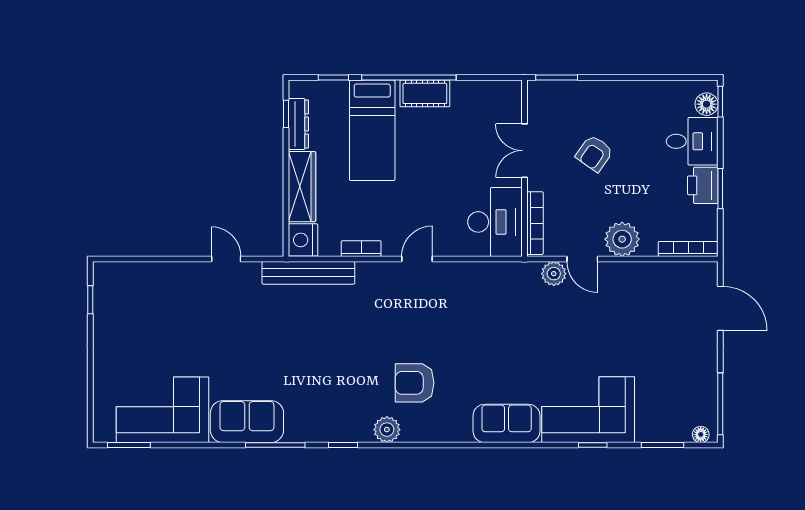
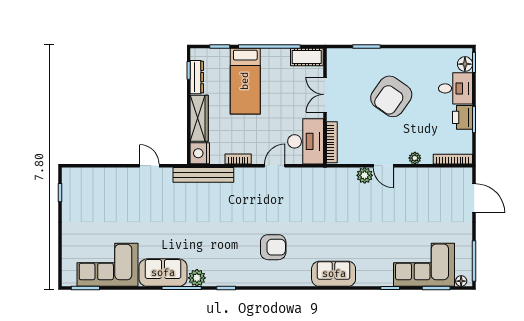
cot: (425, 93) -> (307, 57), moved
double door: (525, 151) -> (325, 95), moved
armchair: (594, 153) -> (391, 96), width x1.88, depth x1.88
wall: (525, 168) -> (325, 106), moved
desk: (495, 222) -> (306, 141), moved
bookcase: (535, 223) -> (332, 142), moved
plant: (622, 239) -> (415, 158), width x0.53, depth x0.53
armchair: (415, 383) -> (273, 247), turned 180
corner sofa: (588, 410) -> (424, 265), moved
plant: (387, 430) -> (197, 278), moved

